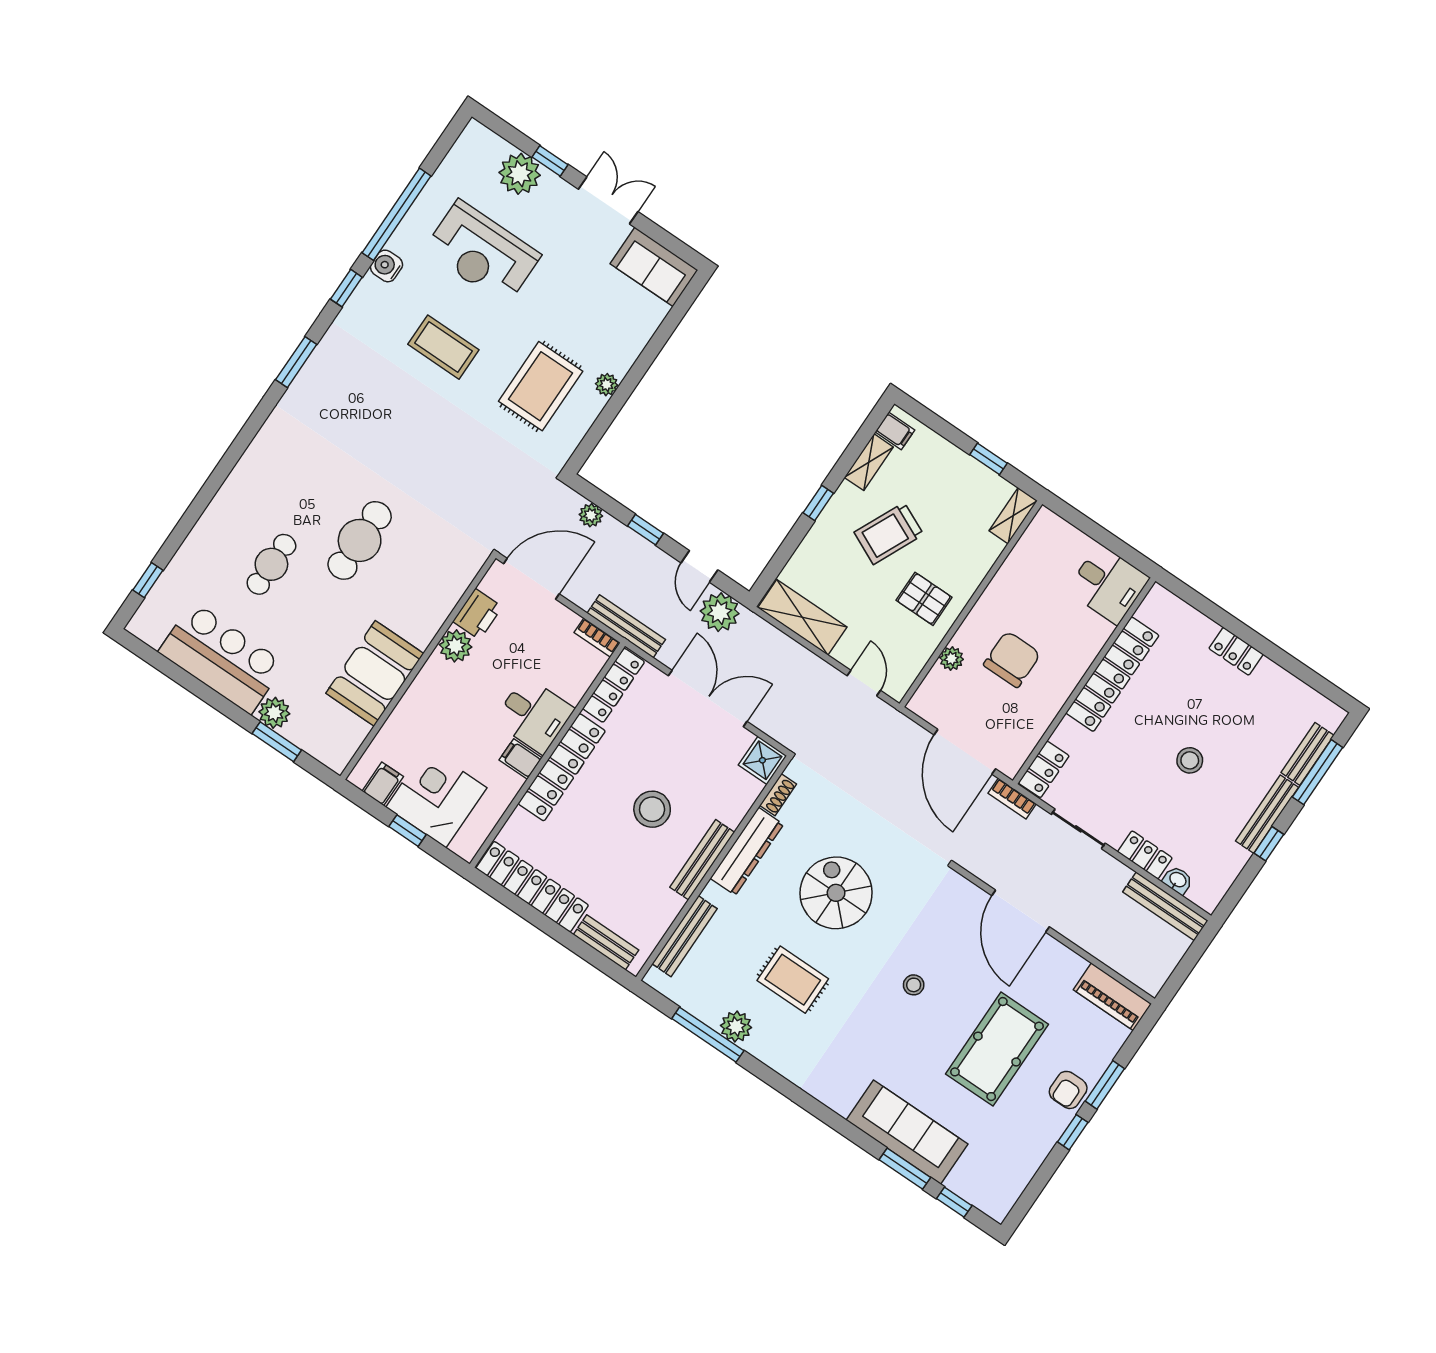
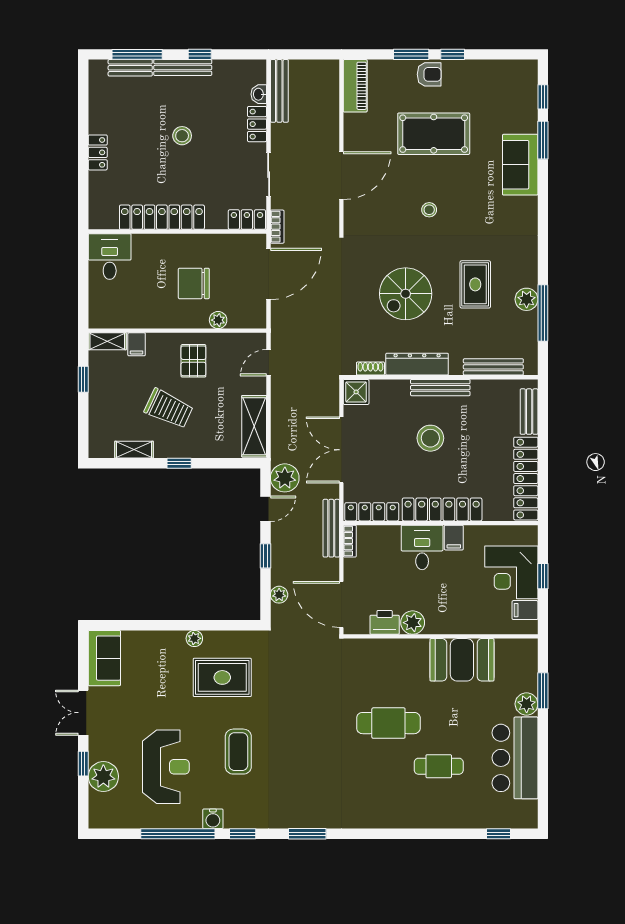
filing cabinet: (895, 431) -> (137, 344), moved, turned 180
sofa: (907, 1132) -> (520, 165), width x0.73

